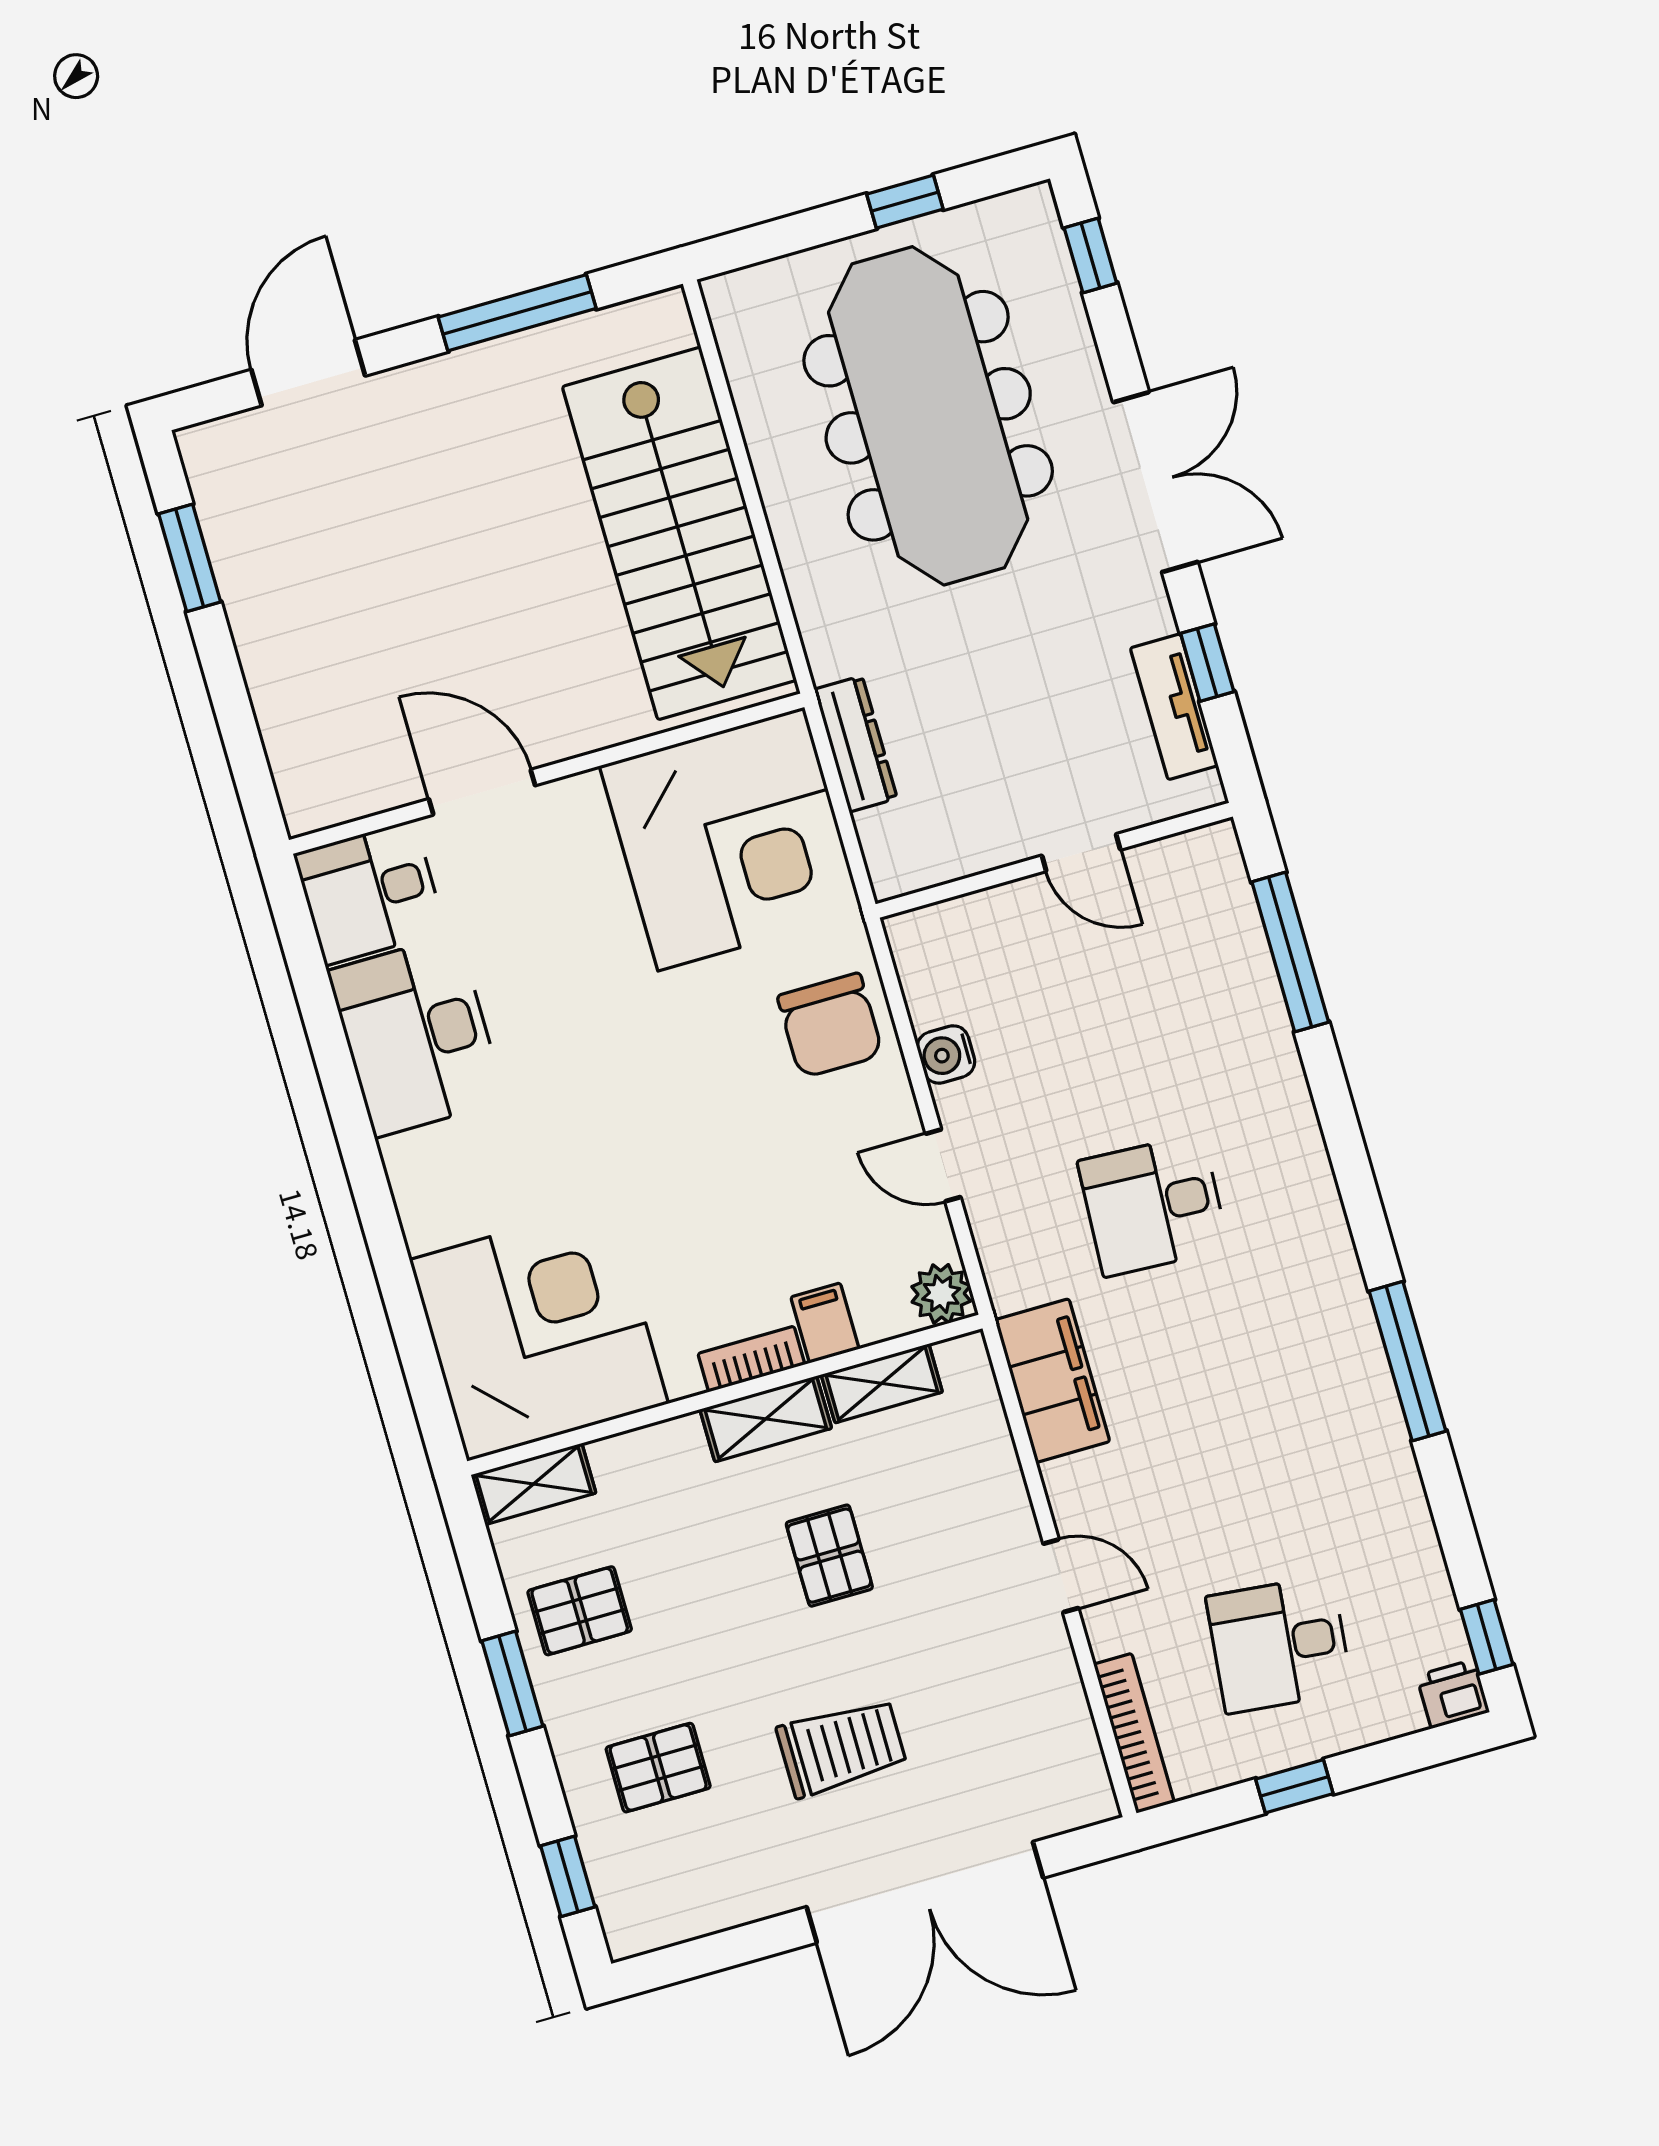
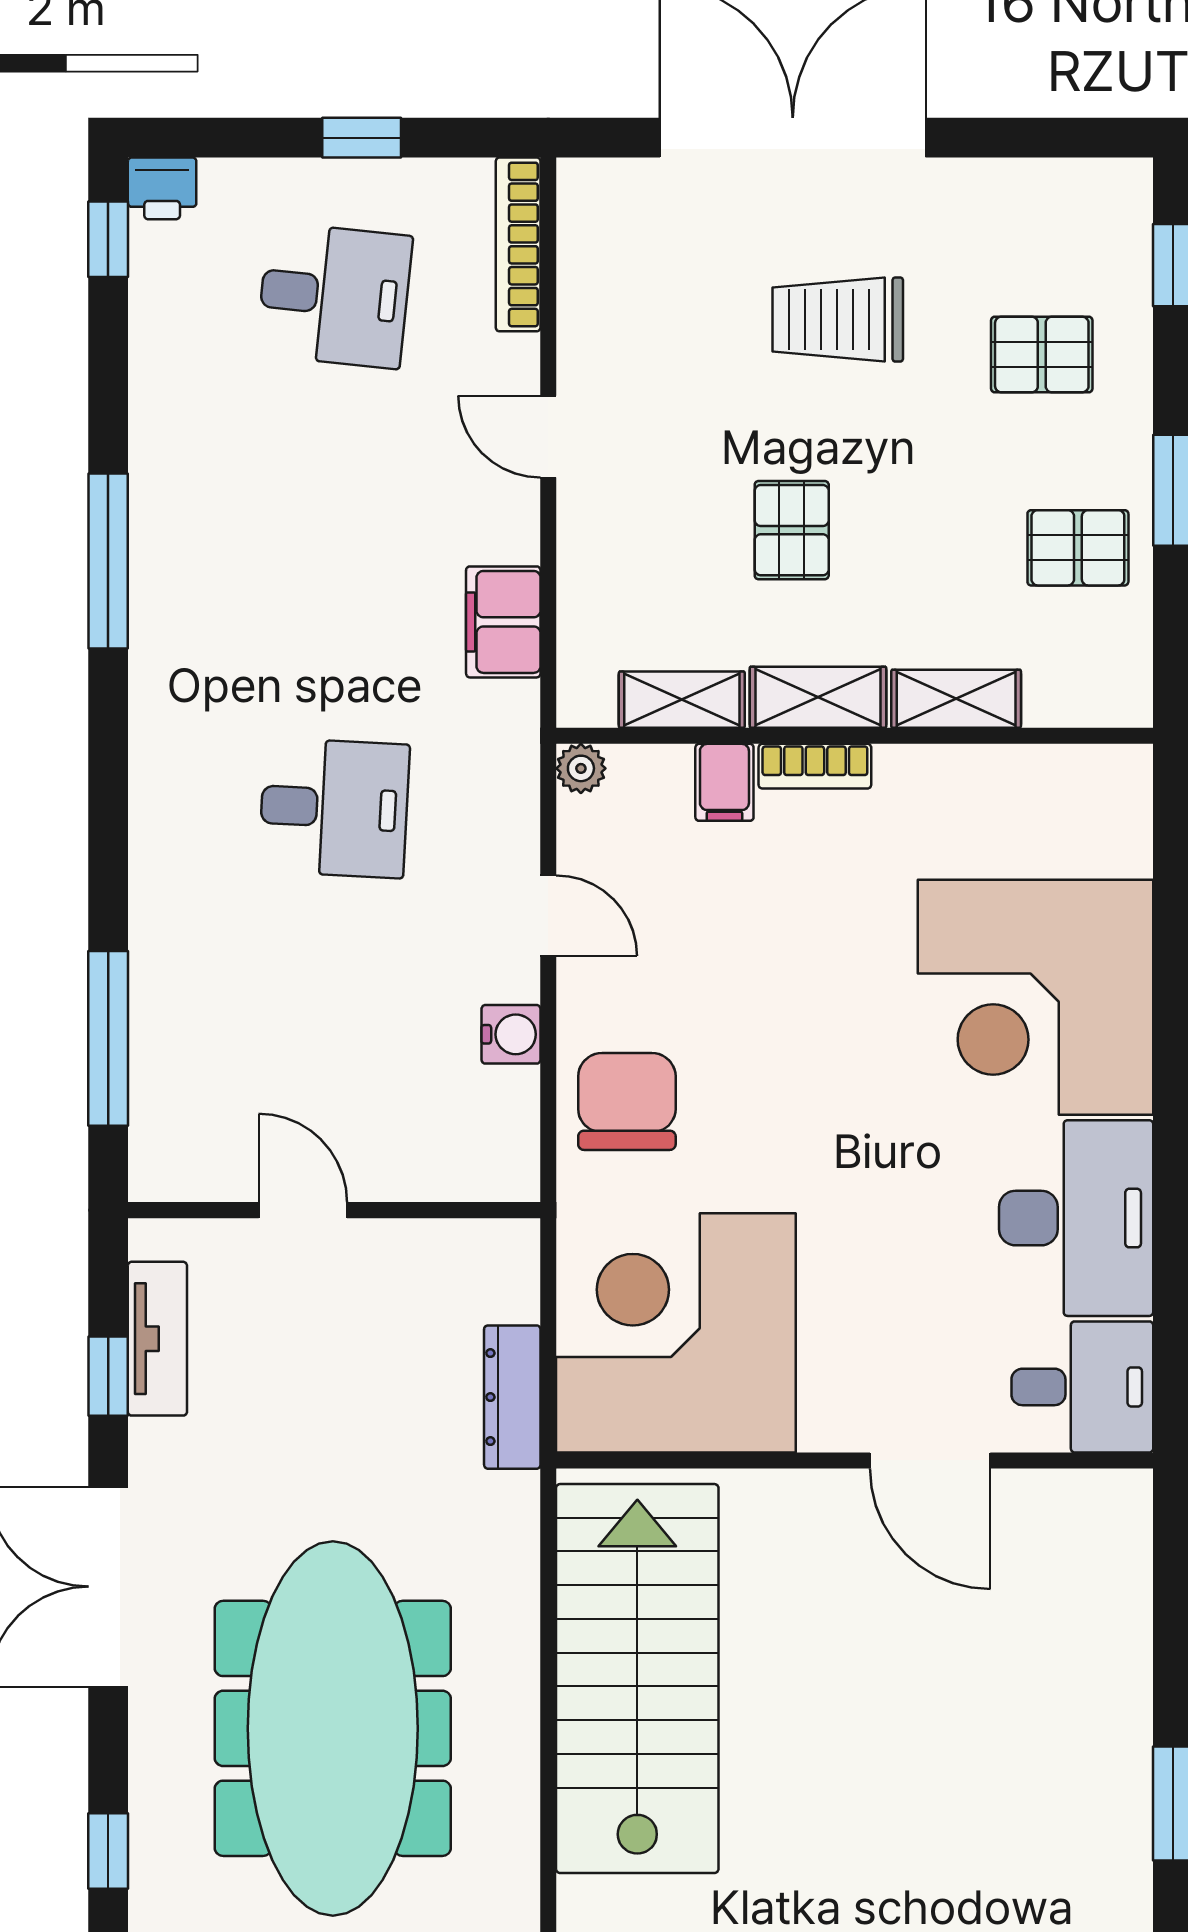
plant: (941, 1294) -> (581, 768), width x0.73, depth x0.73
corner desk: (539, 1332) -> (1035, 997), moved
filing cabinet: (1052, 1381) -> (503, 622), width x0.67, depth x0.86
shelving: (534, 1484) -> (956, 699), moved

